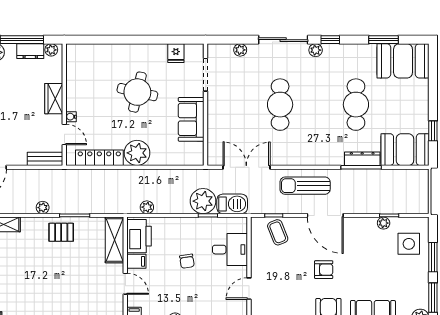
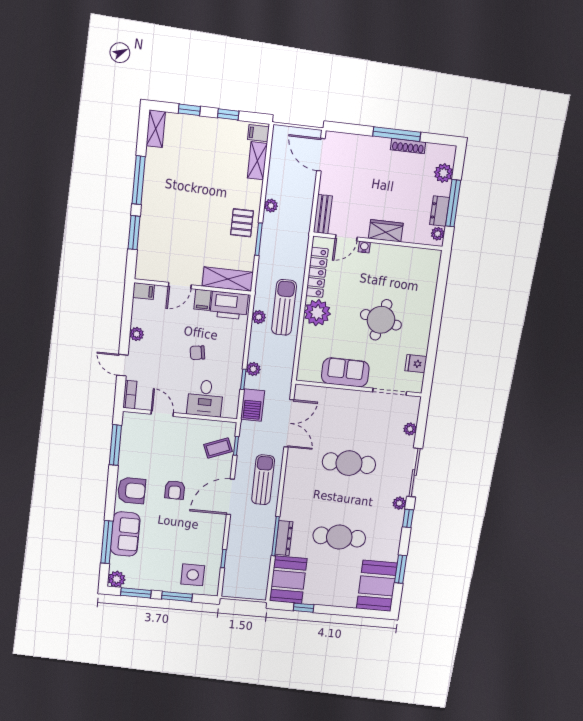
sun lounger: (135, 185) -> (284, 307), added
plant: (203, 201) -> (253, 369), width x0.53, depth x0.53
plant: (384, 223) -> (216, 553), removed

